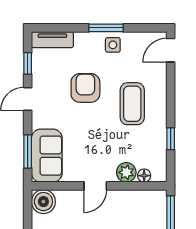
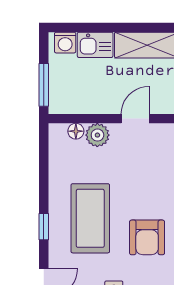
coffee table: (132, 104) -> (90, 218), width x1.36, depth x1.32
window: (171, 139) -> (44, 227), moved

